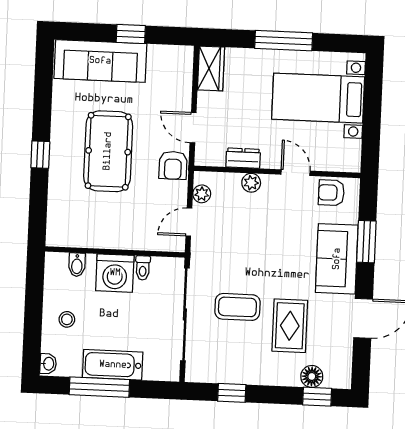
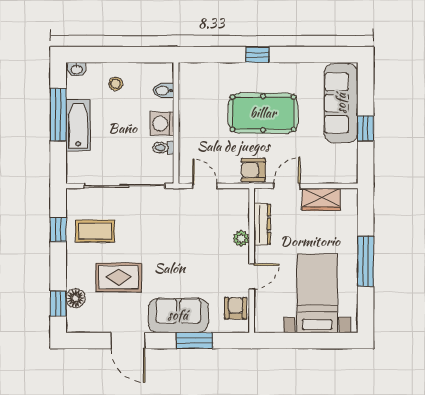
wardrobe: (211, 68) -> (321, 199), moved
dresser: (243, 158) -> (262, 224), width x1.44
plant: (202, 194) -> (230, 196), removed
washing machine: (115, 273) -> (162, 124), width x0.73, depth x0.73
coffee table: (237, 307) -> (95, 231), moved, turned 90

